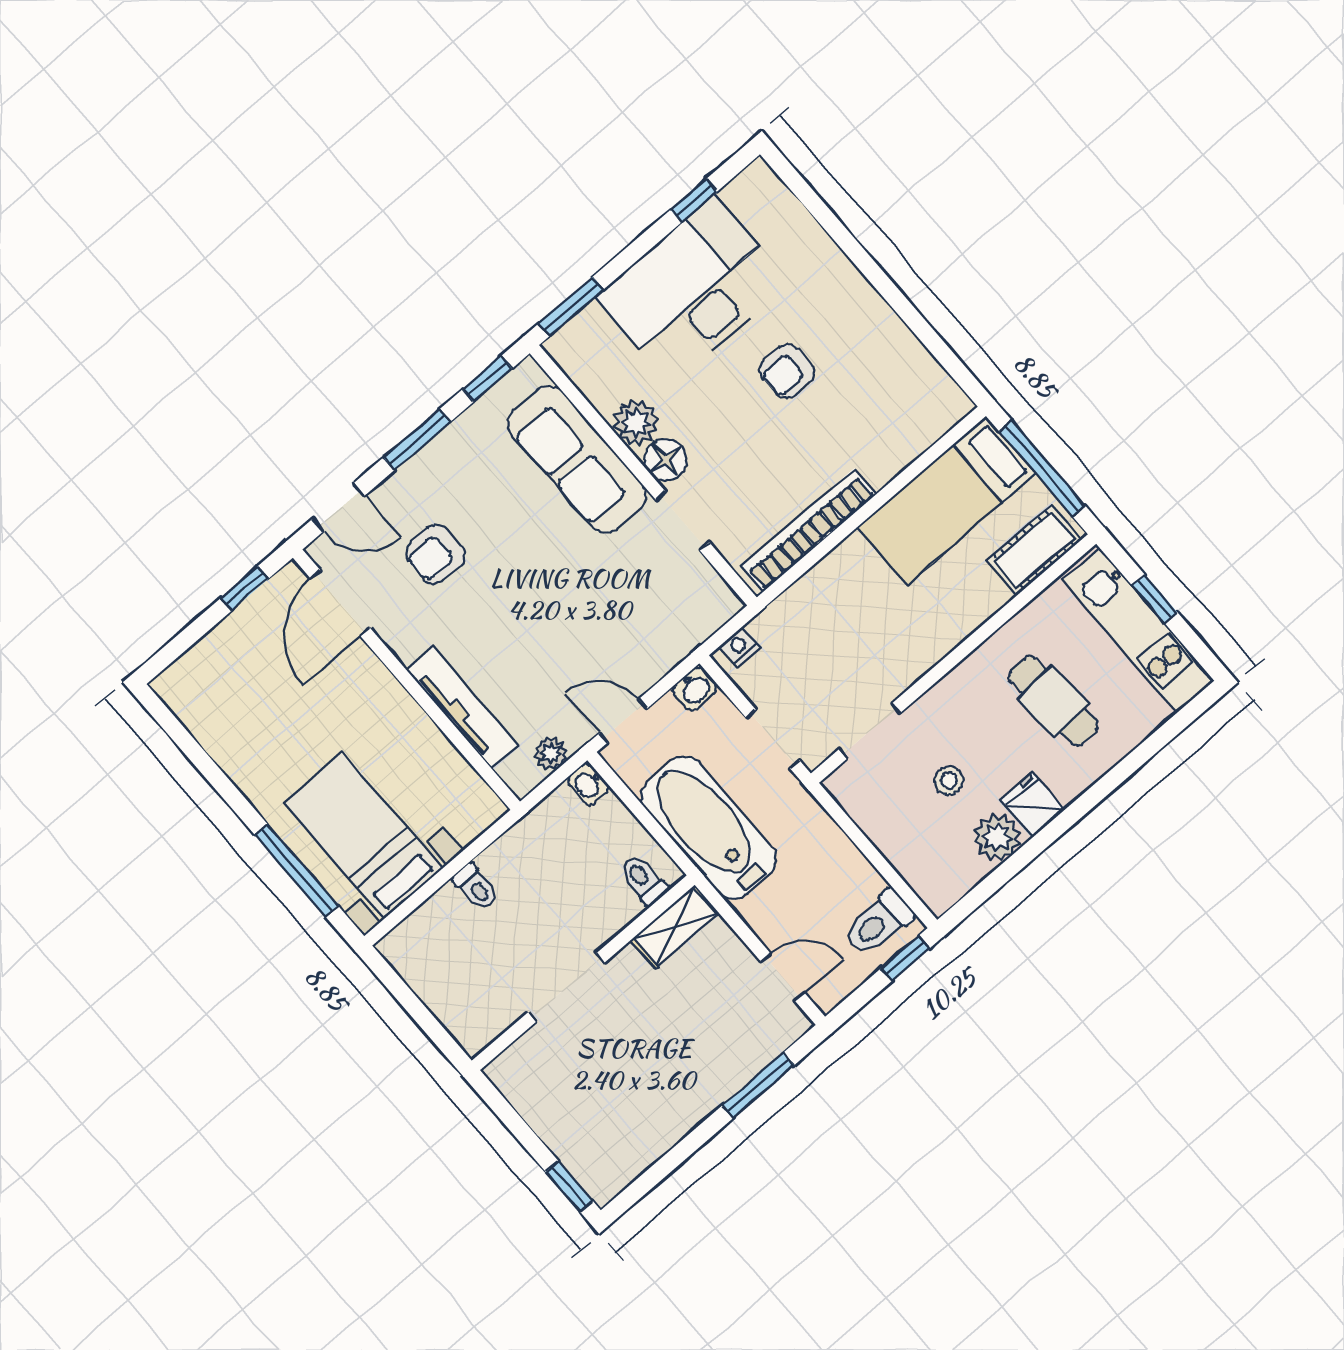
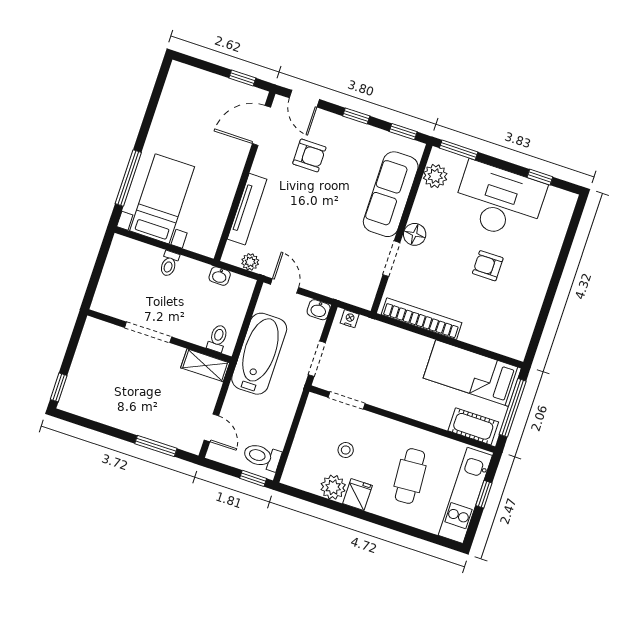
plant: (636, 423) -> (435, 176), moved
window: (417, 440) -> (356, 116), width x0.67
armchair: (435, 554) -> (309, 155), turned 180
washbasin: (588, 784) -> (220, 276), moved, turned -90

